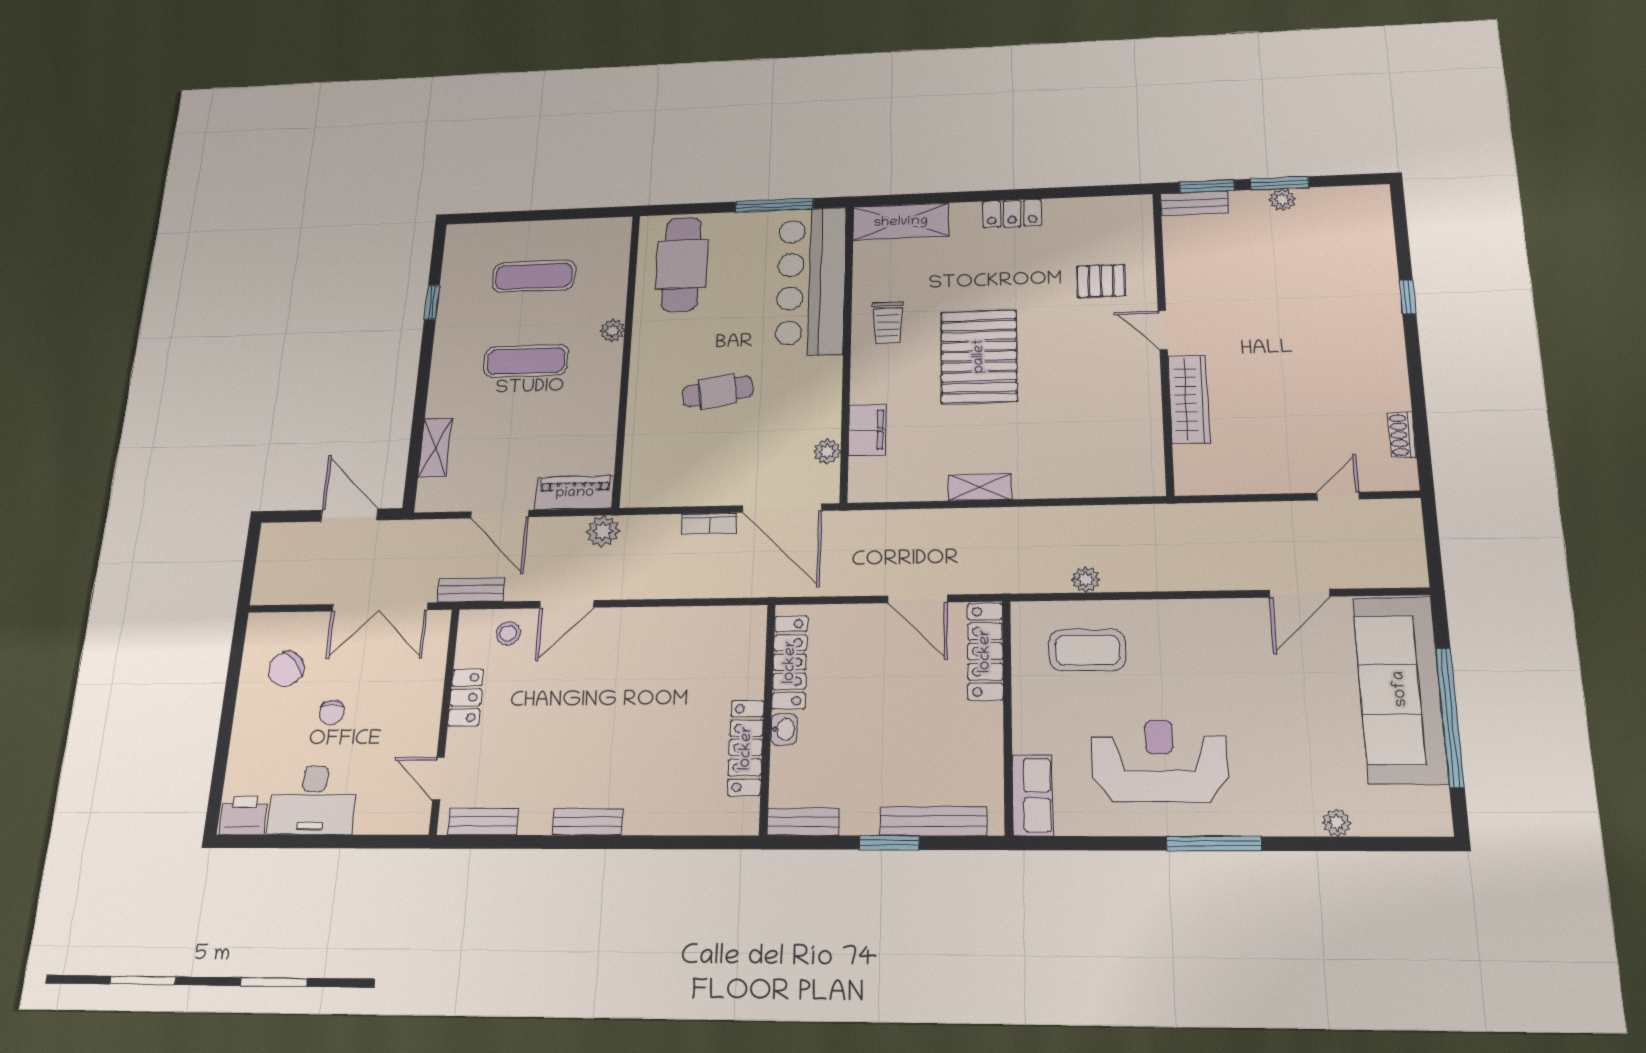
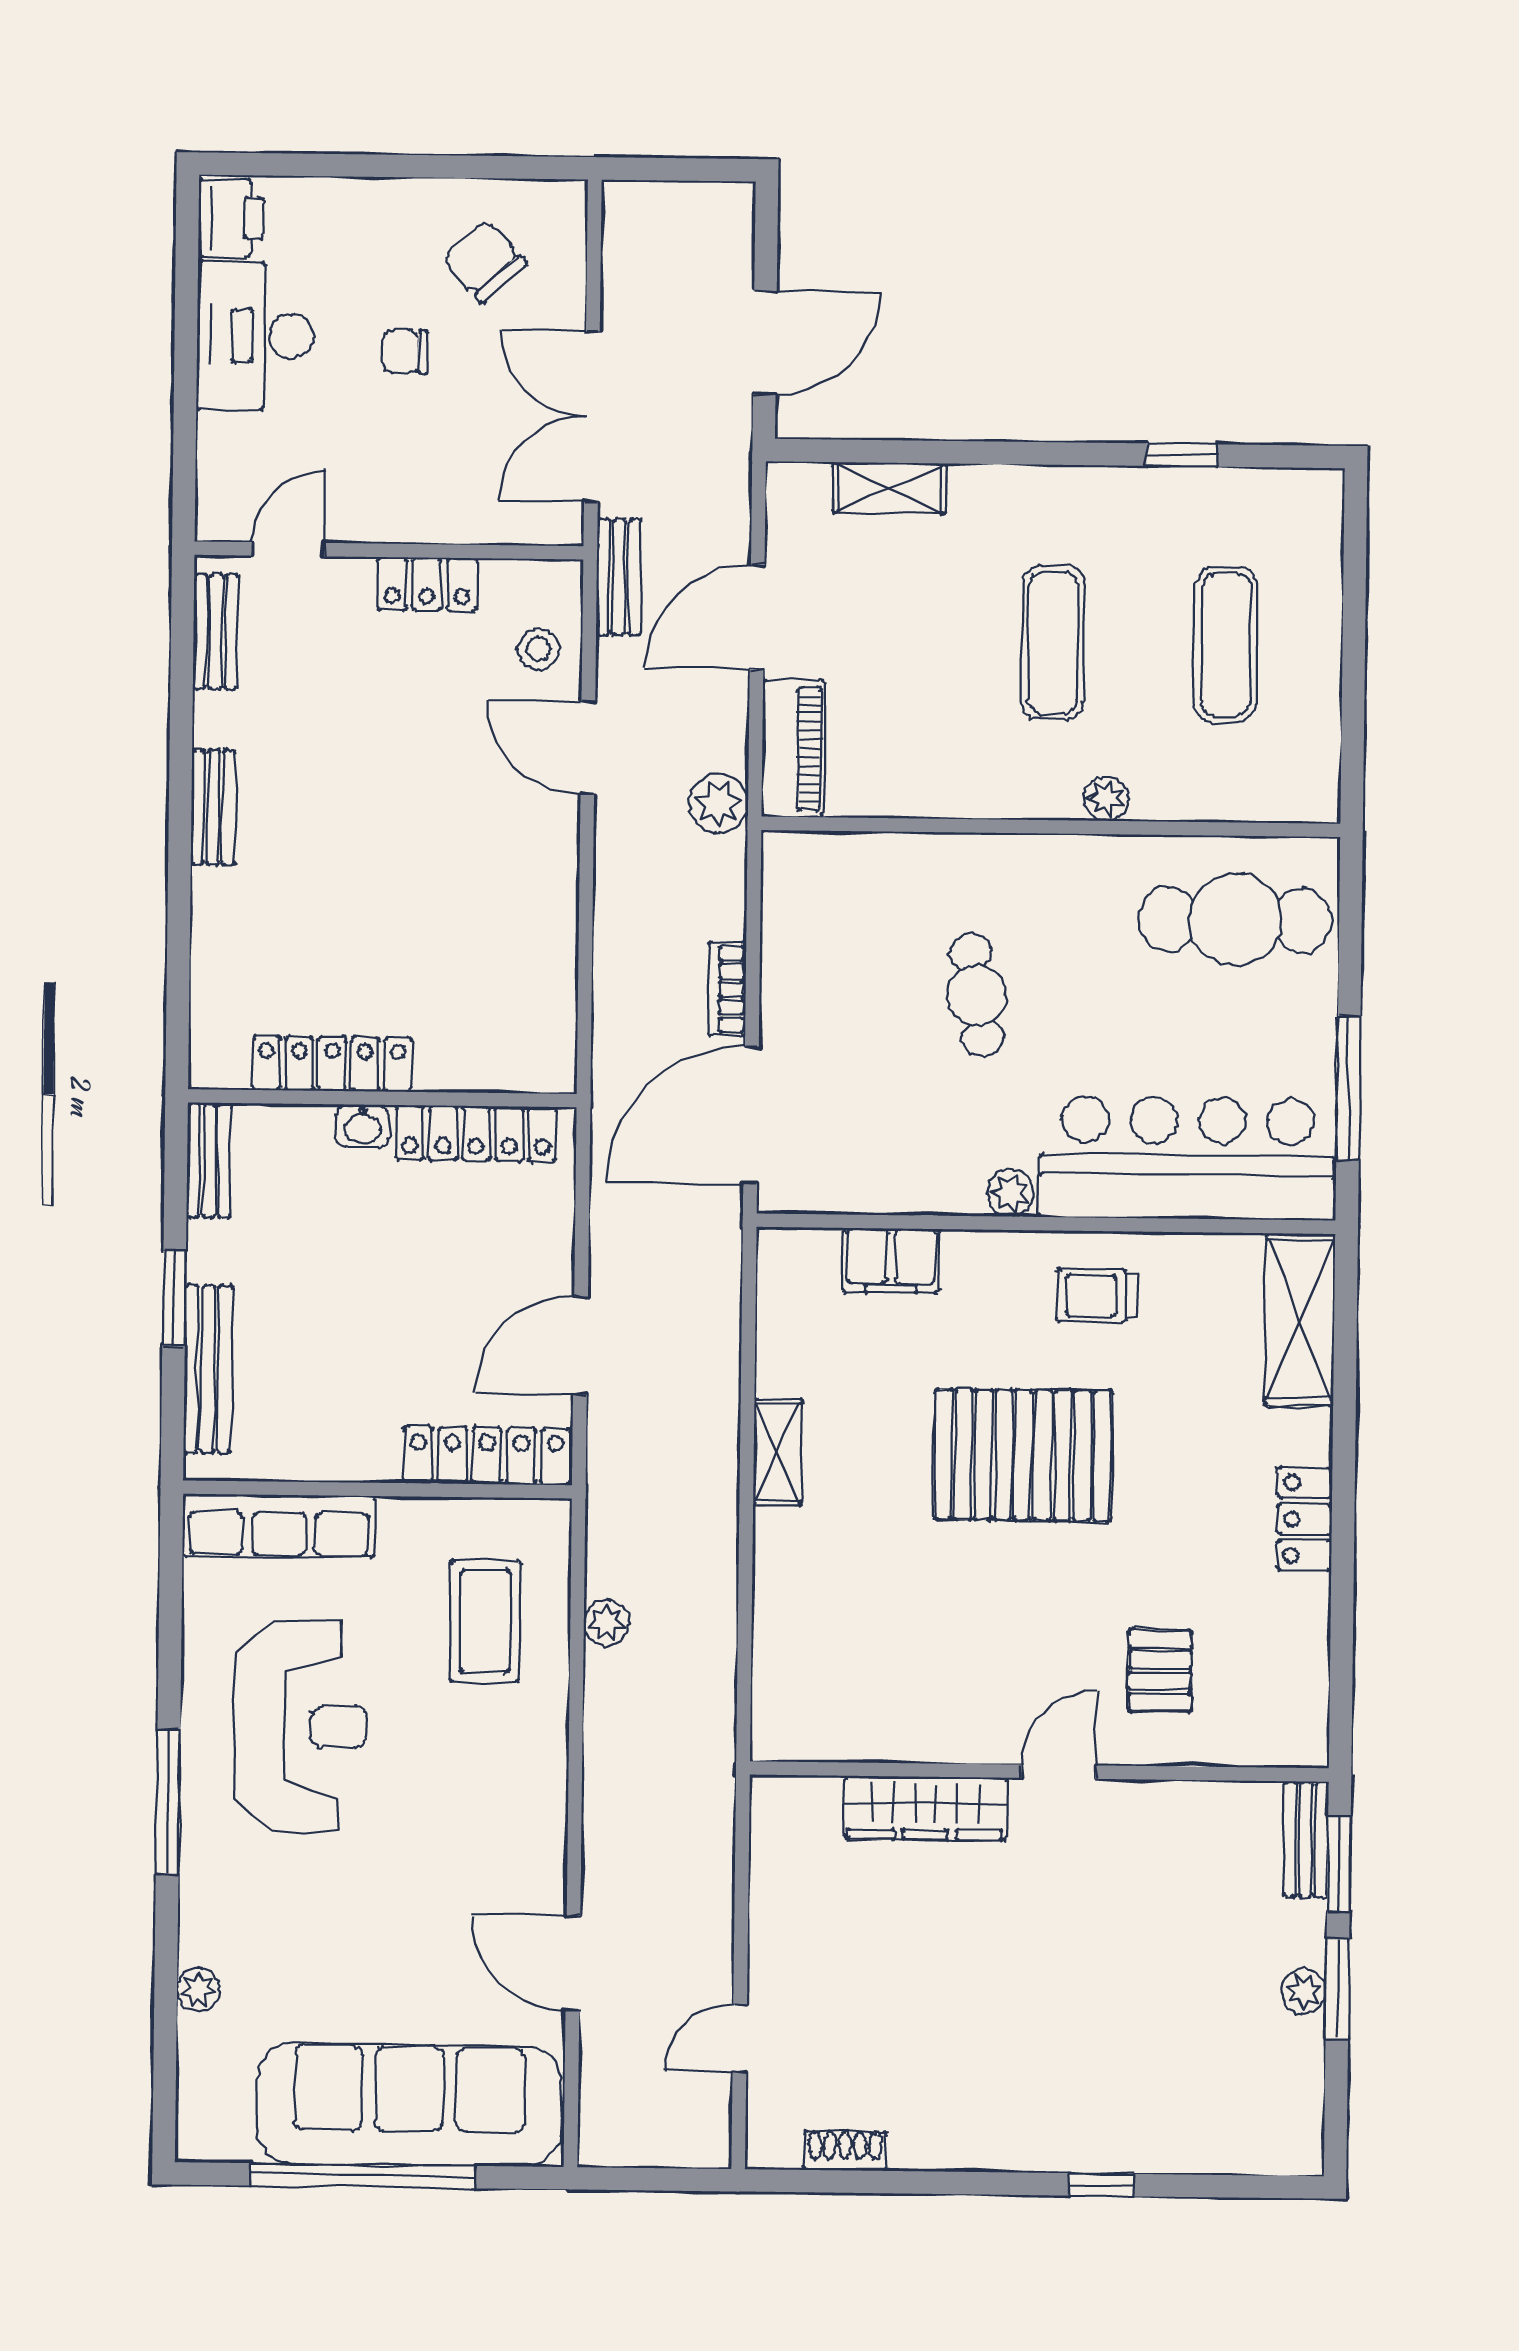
plant: (827, 452) -> (1010, 1193), moved
door: (1338, 496) -> (740, 2038), swing flipped
row of seats: (1032, 795) -> (279, 1526), width x1.48

